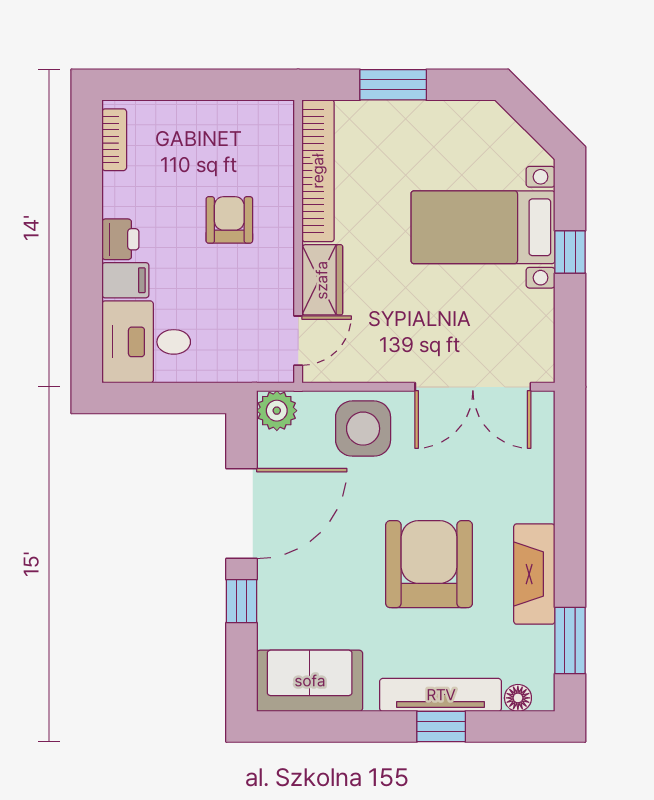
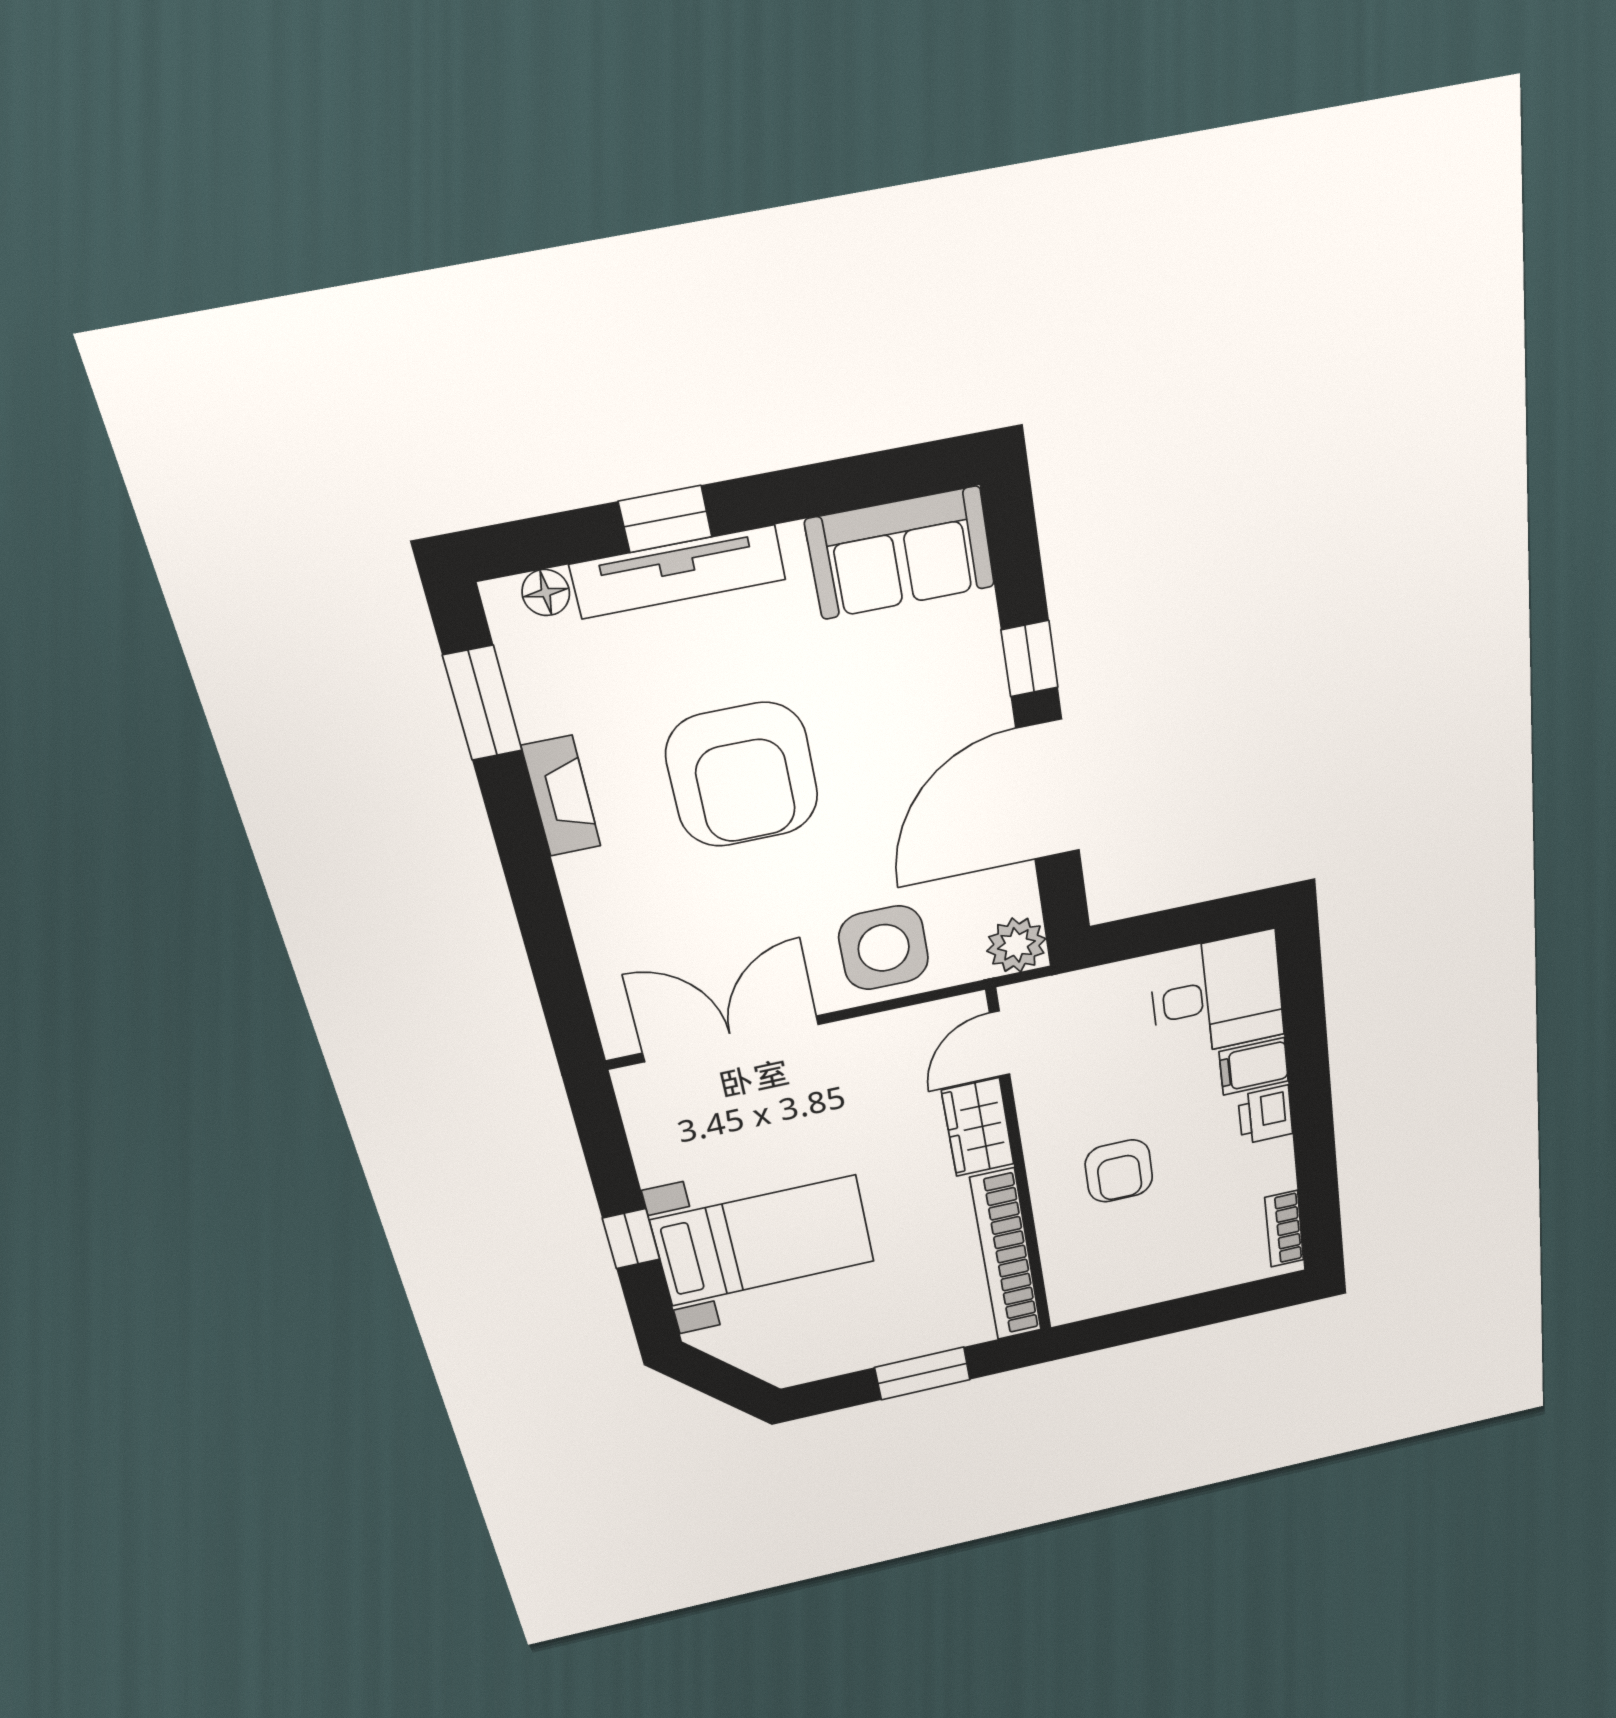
fireplace: (534, 574) -> (561, 796), width x0.73, depth x0.76

